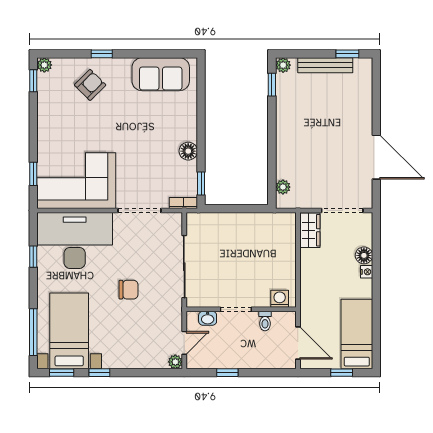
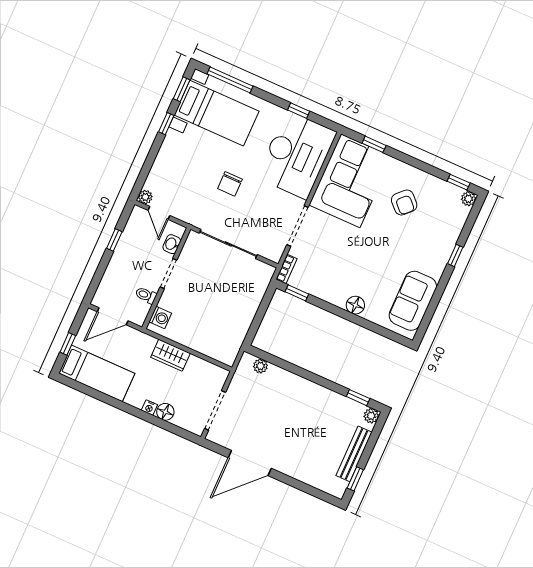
armchair: (90, 85) -> (404, 202), moved
floor lamp: (188, 151) -> (355, 305), moved
wardrobe: (310, 230) -> (170, 355), moved

